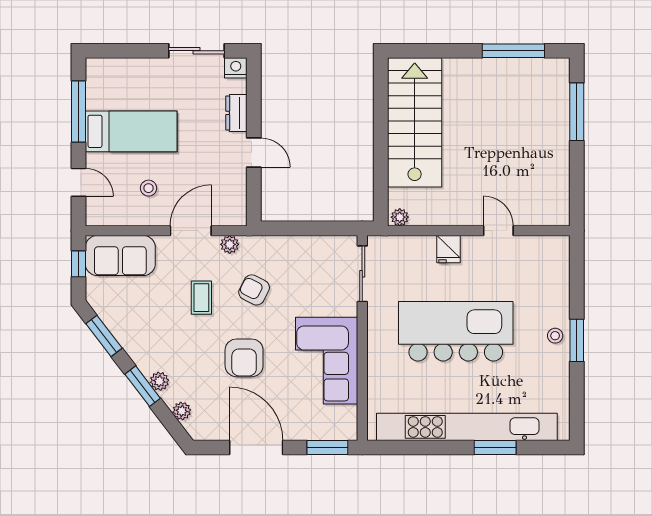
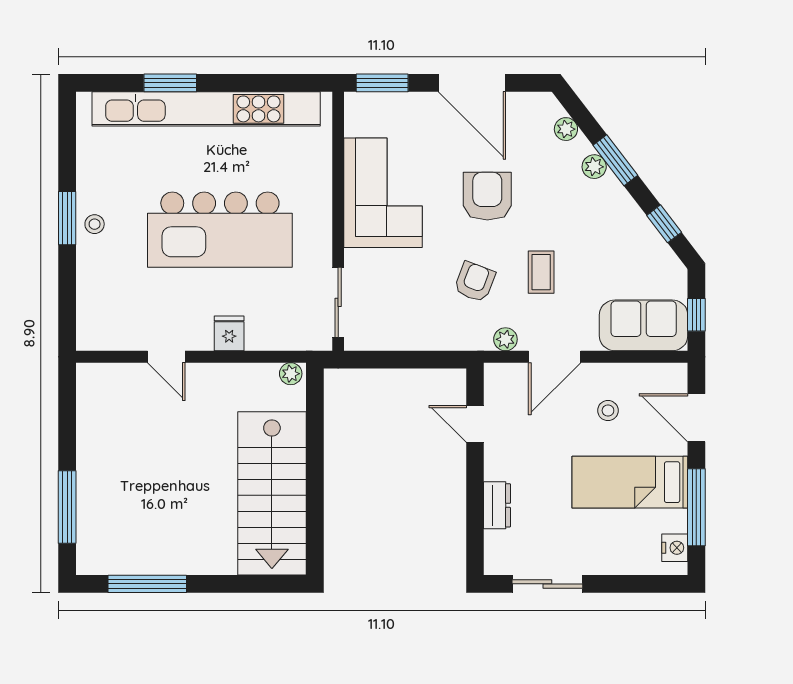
nightstand: (236, 68) -> (675, 548), moved, turned -90
door: (254, 153) -> (475, 424), moved
door: (78, 182) -> (696, 418), width x1.37
armchair: (254, 290) -> (475, 282), turned -96
window: (104, 336) -> (664, 224), width x0.67

